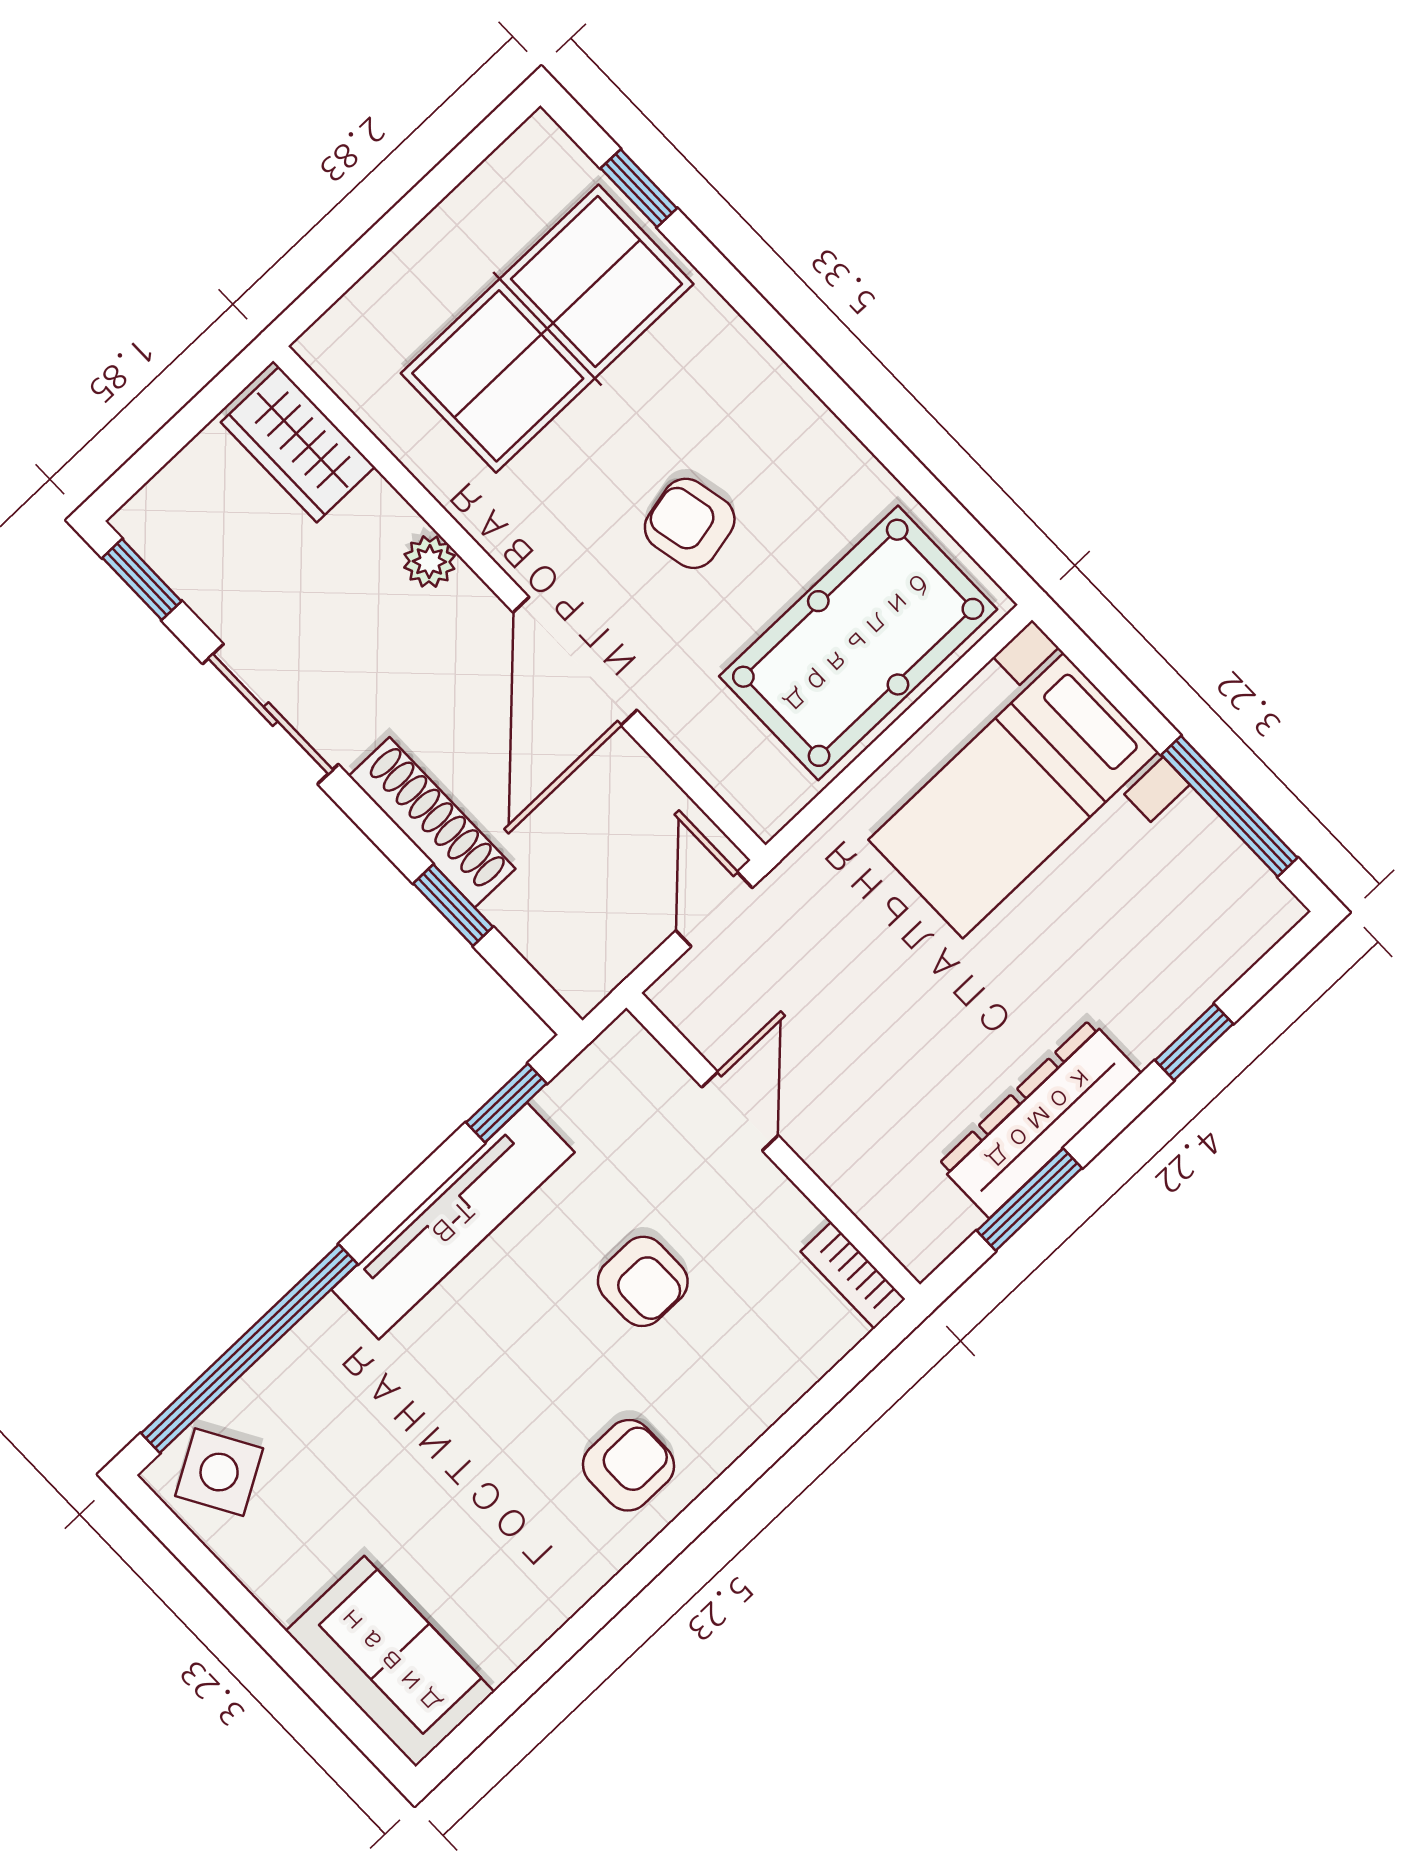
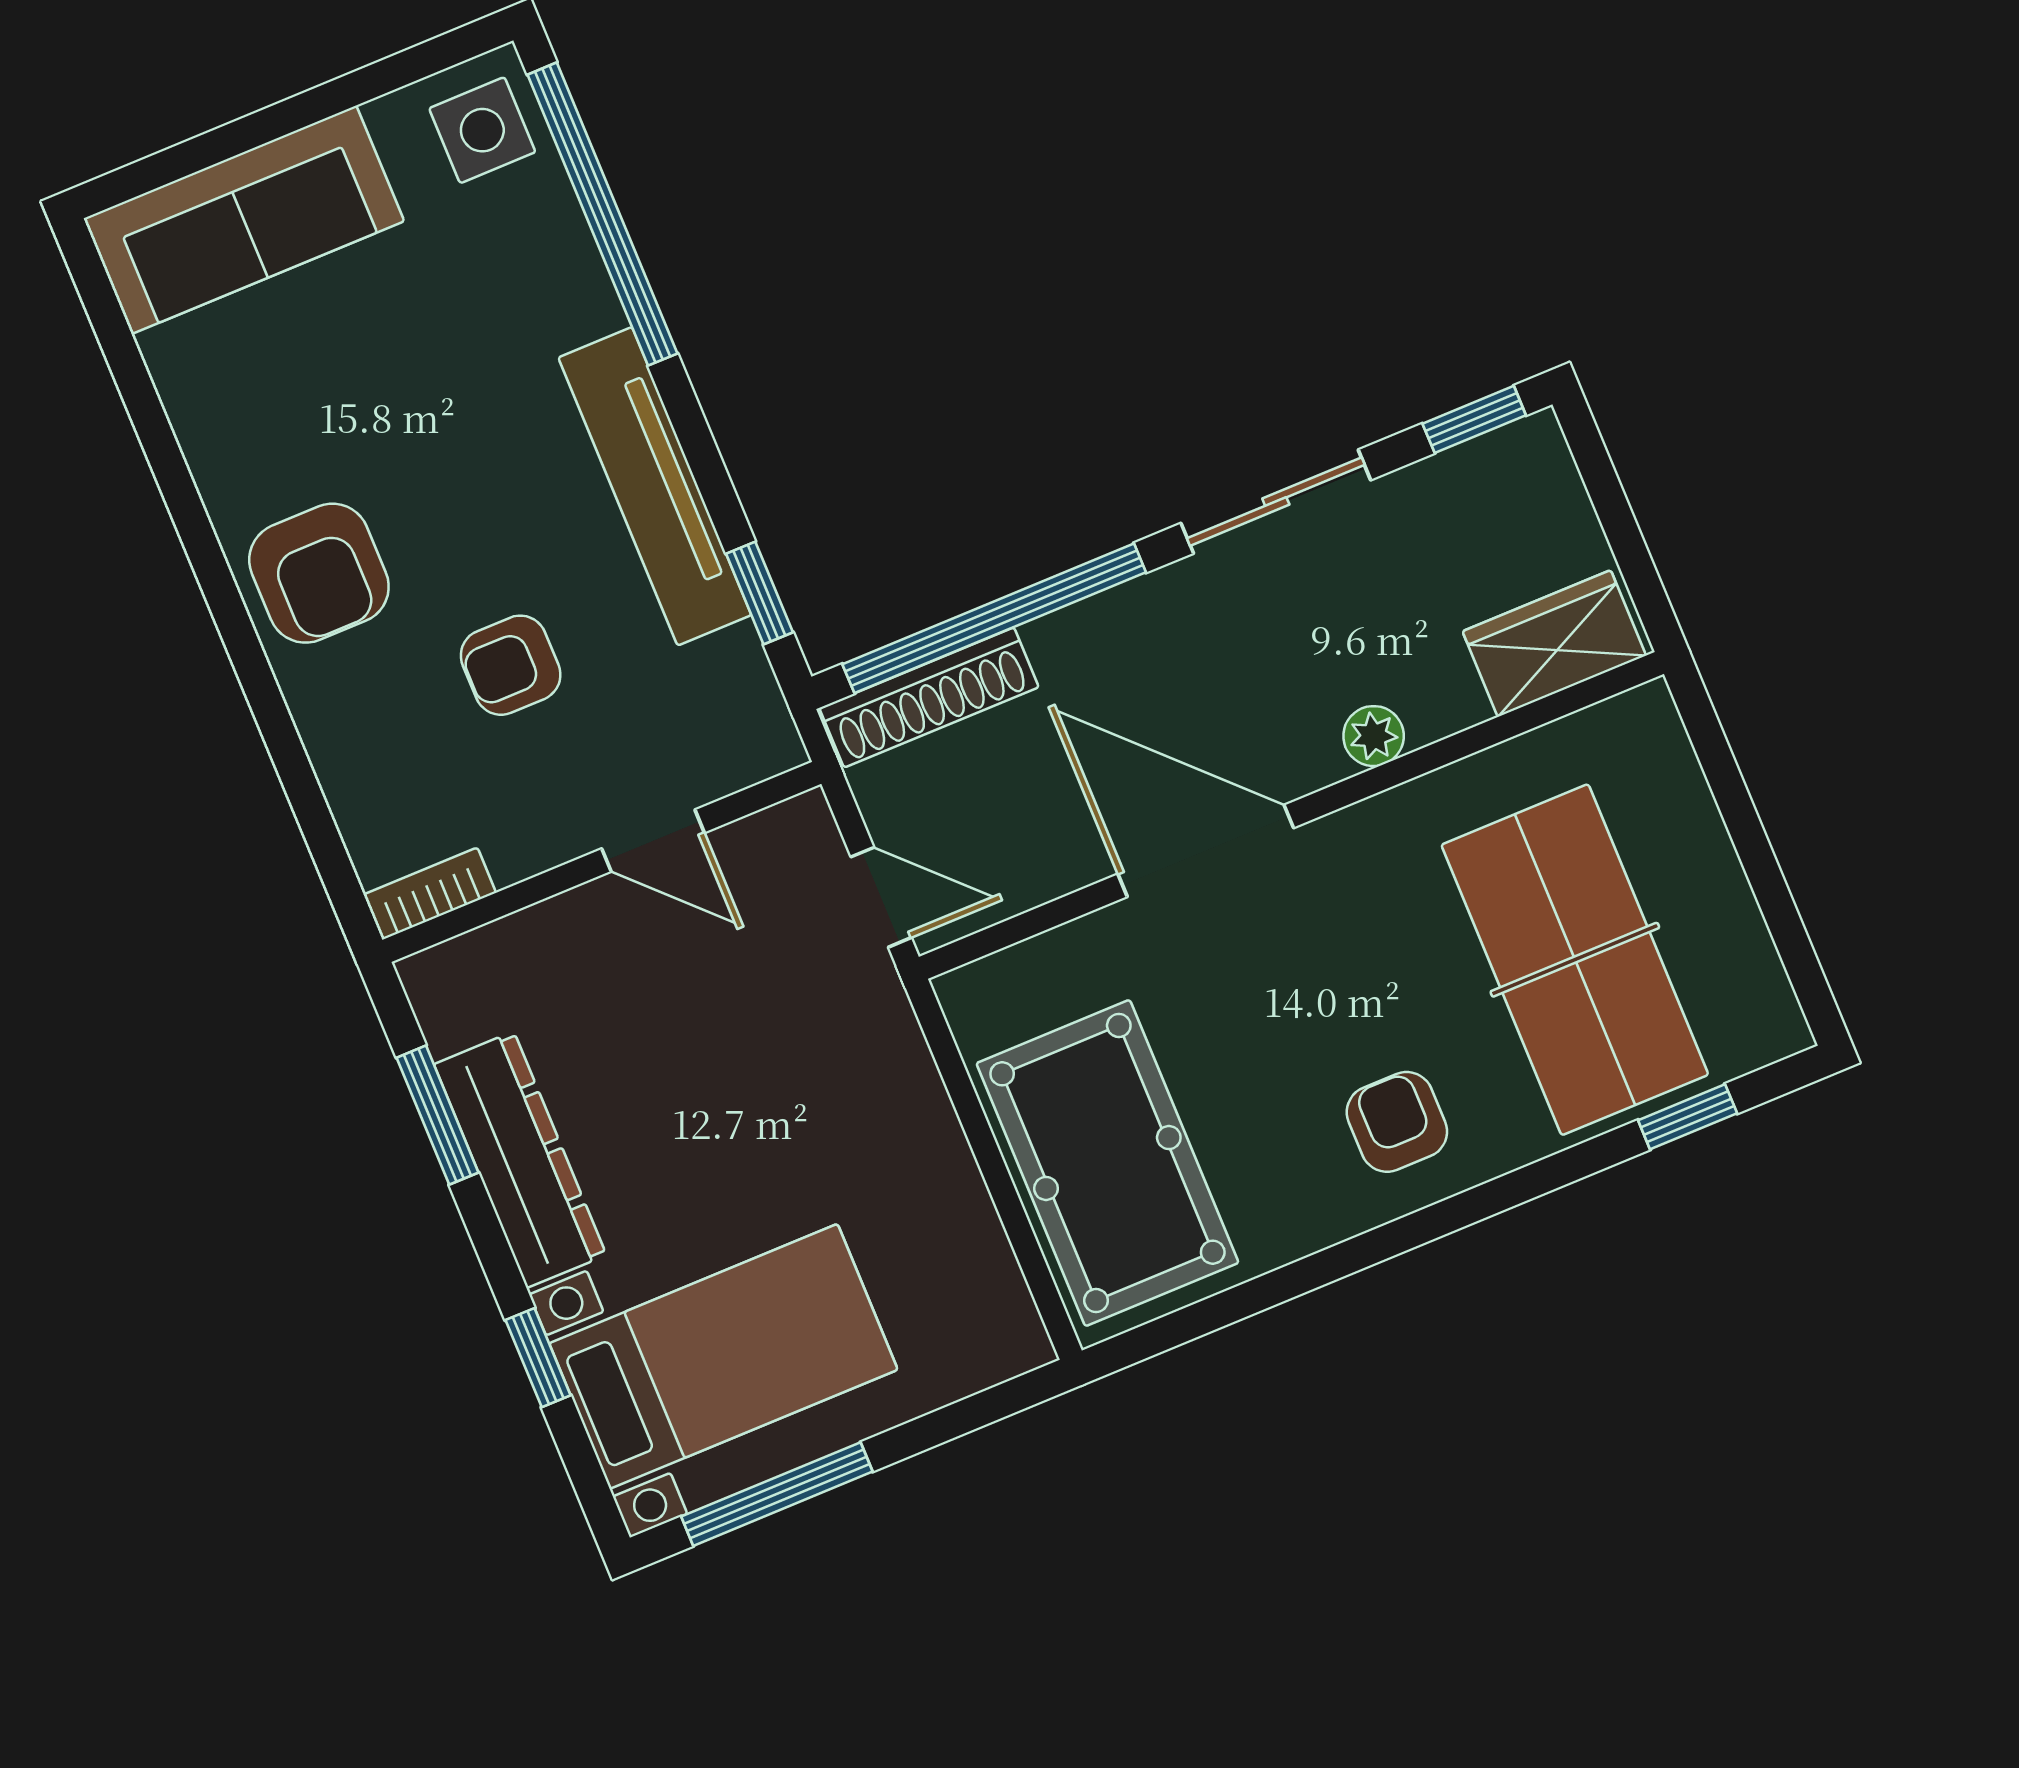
armchair: (690, 523) -> (1397, 1122), moved, turned -78
bed with nightstands: (1013, 796) -> (723, 1356), moved, turned 90
shoe rack: (432, 822) -> (929, 698), moved
window: (453, 905) -> (994, 618), width x3.17
armchair: (629, 1465) -> (319, 573), width x1.38, depth x1.38
side table: (219, 1472) -> (482, 130), turned 30
sofa: (390, 1661) -> (244, 220), width x1.36

